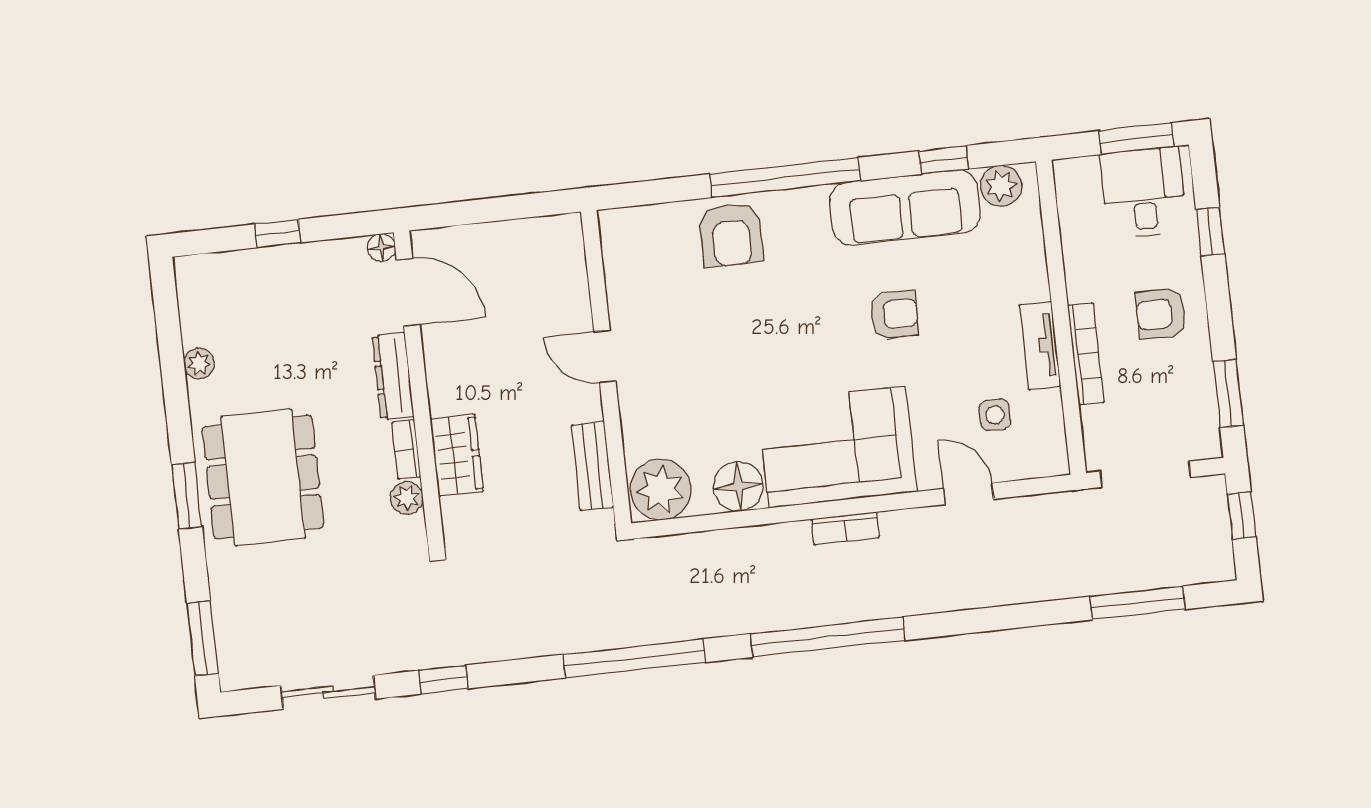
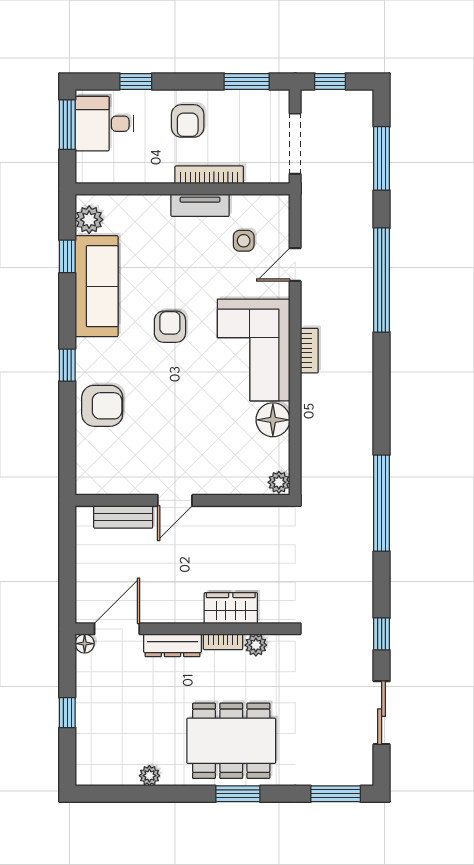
window: (785, 177) -> (67, 365), width x0.32
armchair: (894, 314) -> (170, 327), moved
bench: (593, 466) -> (123, 517), moved
plant: (661, 490) -> (279, 482), width x0.53, depth x0.53
window: (828, 637) -> (382, 280), moved

